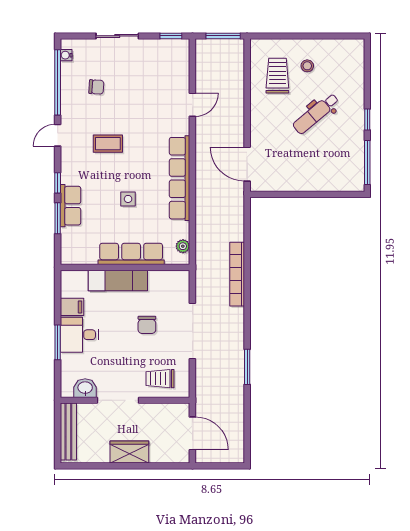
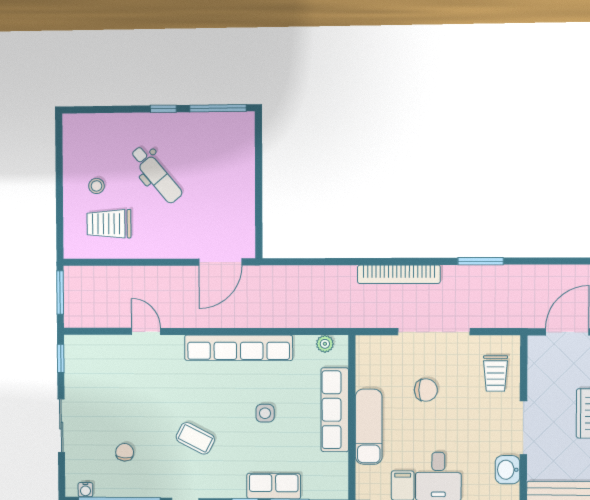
coffee table: (108, 144) -> (195, 438), turned -63
bookcase: (237, 274) -> (399, 274), moved

